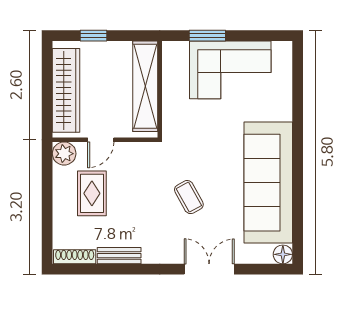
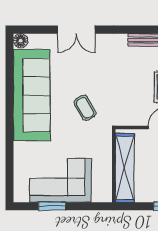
window: (207, 36) -> (52, 206), moved
coffee table: (189, 197) -> (85, 108), moved

